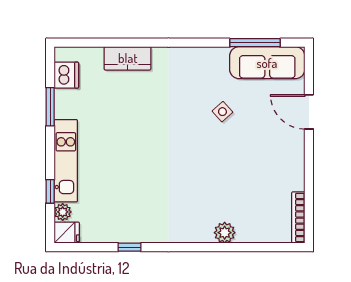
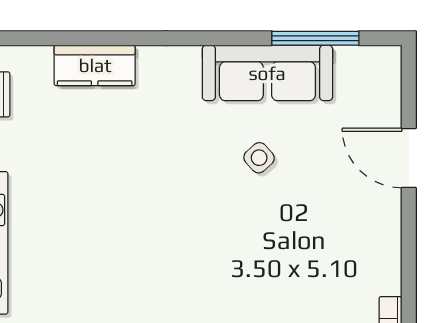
sofa: (267, 63) -> (267, 73), moved

